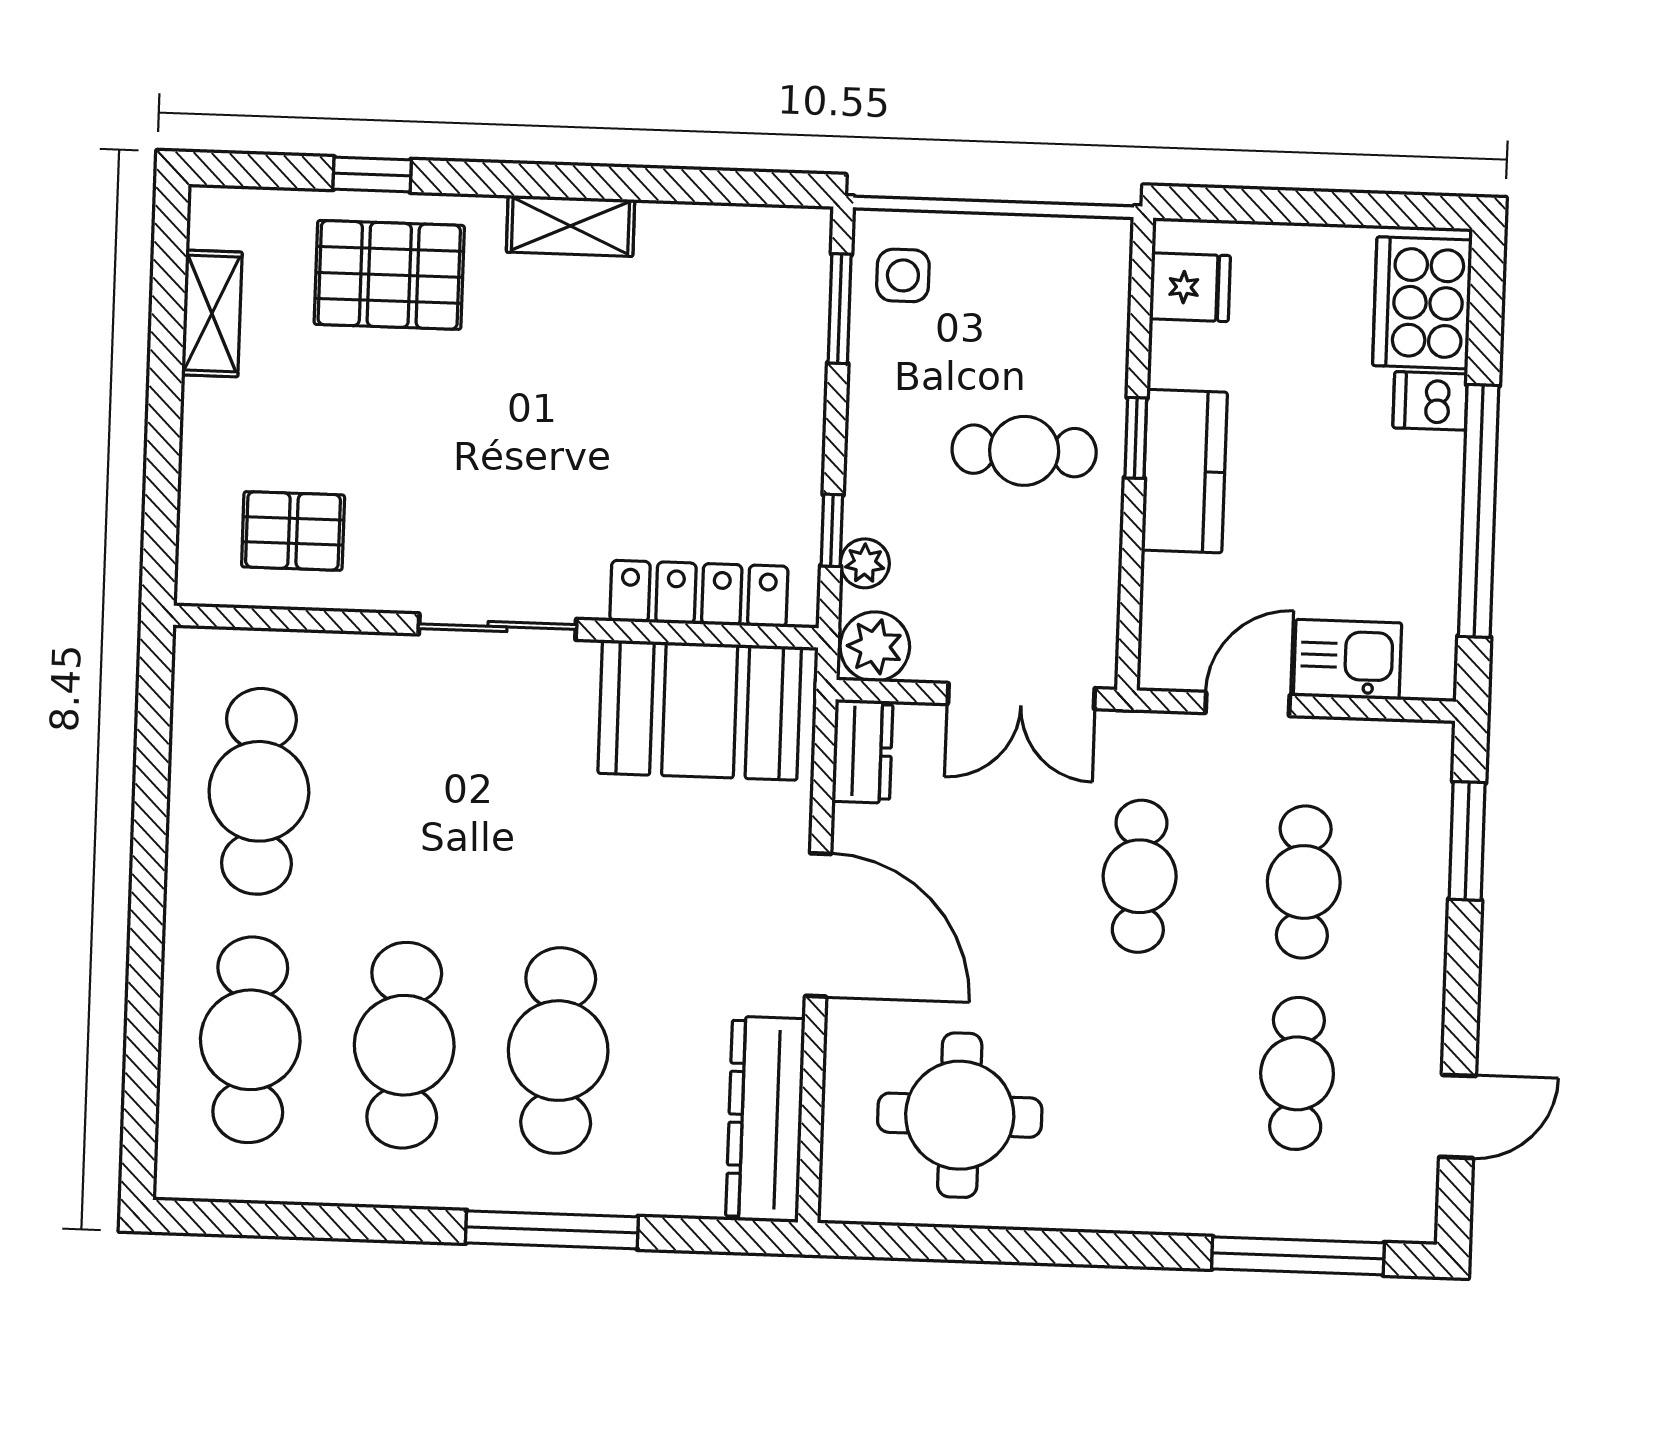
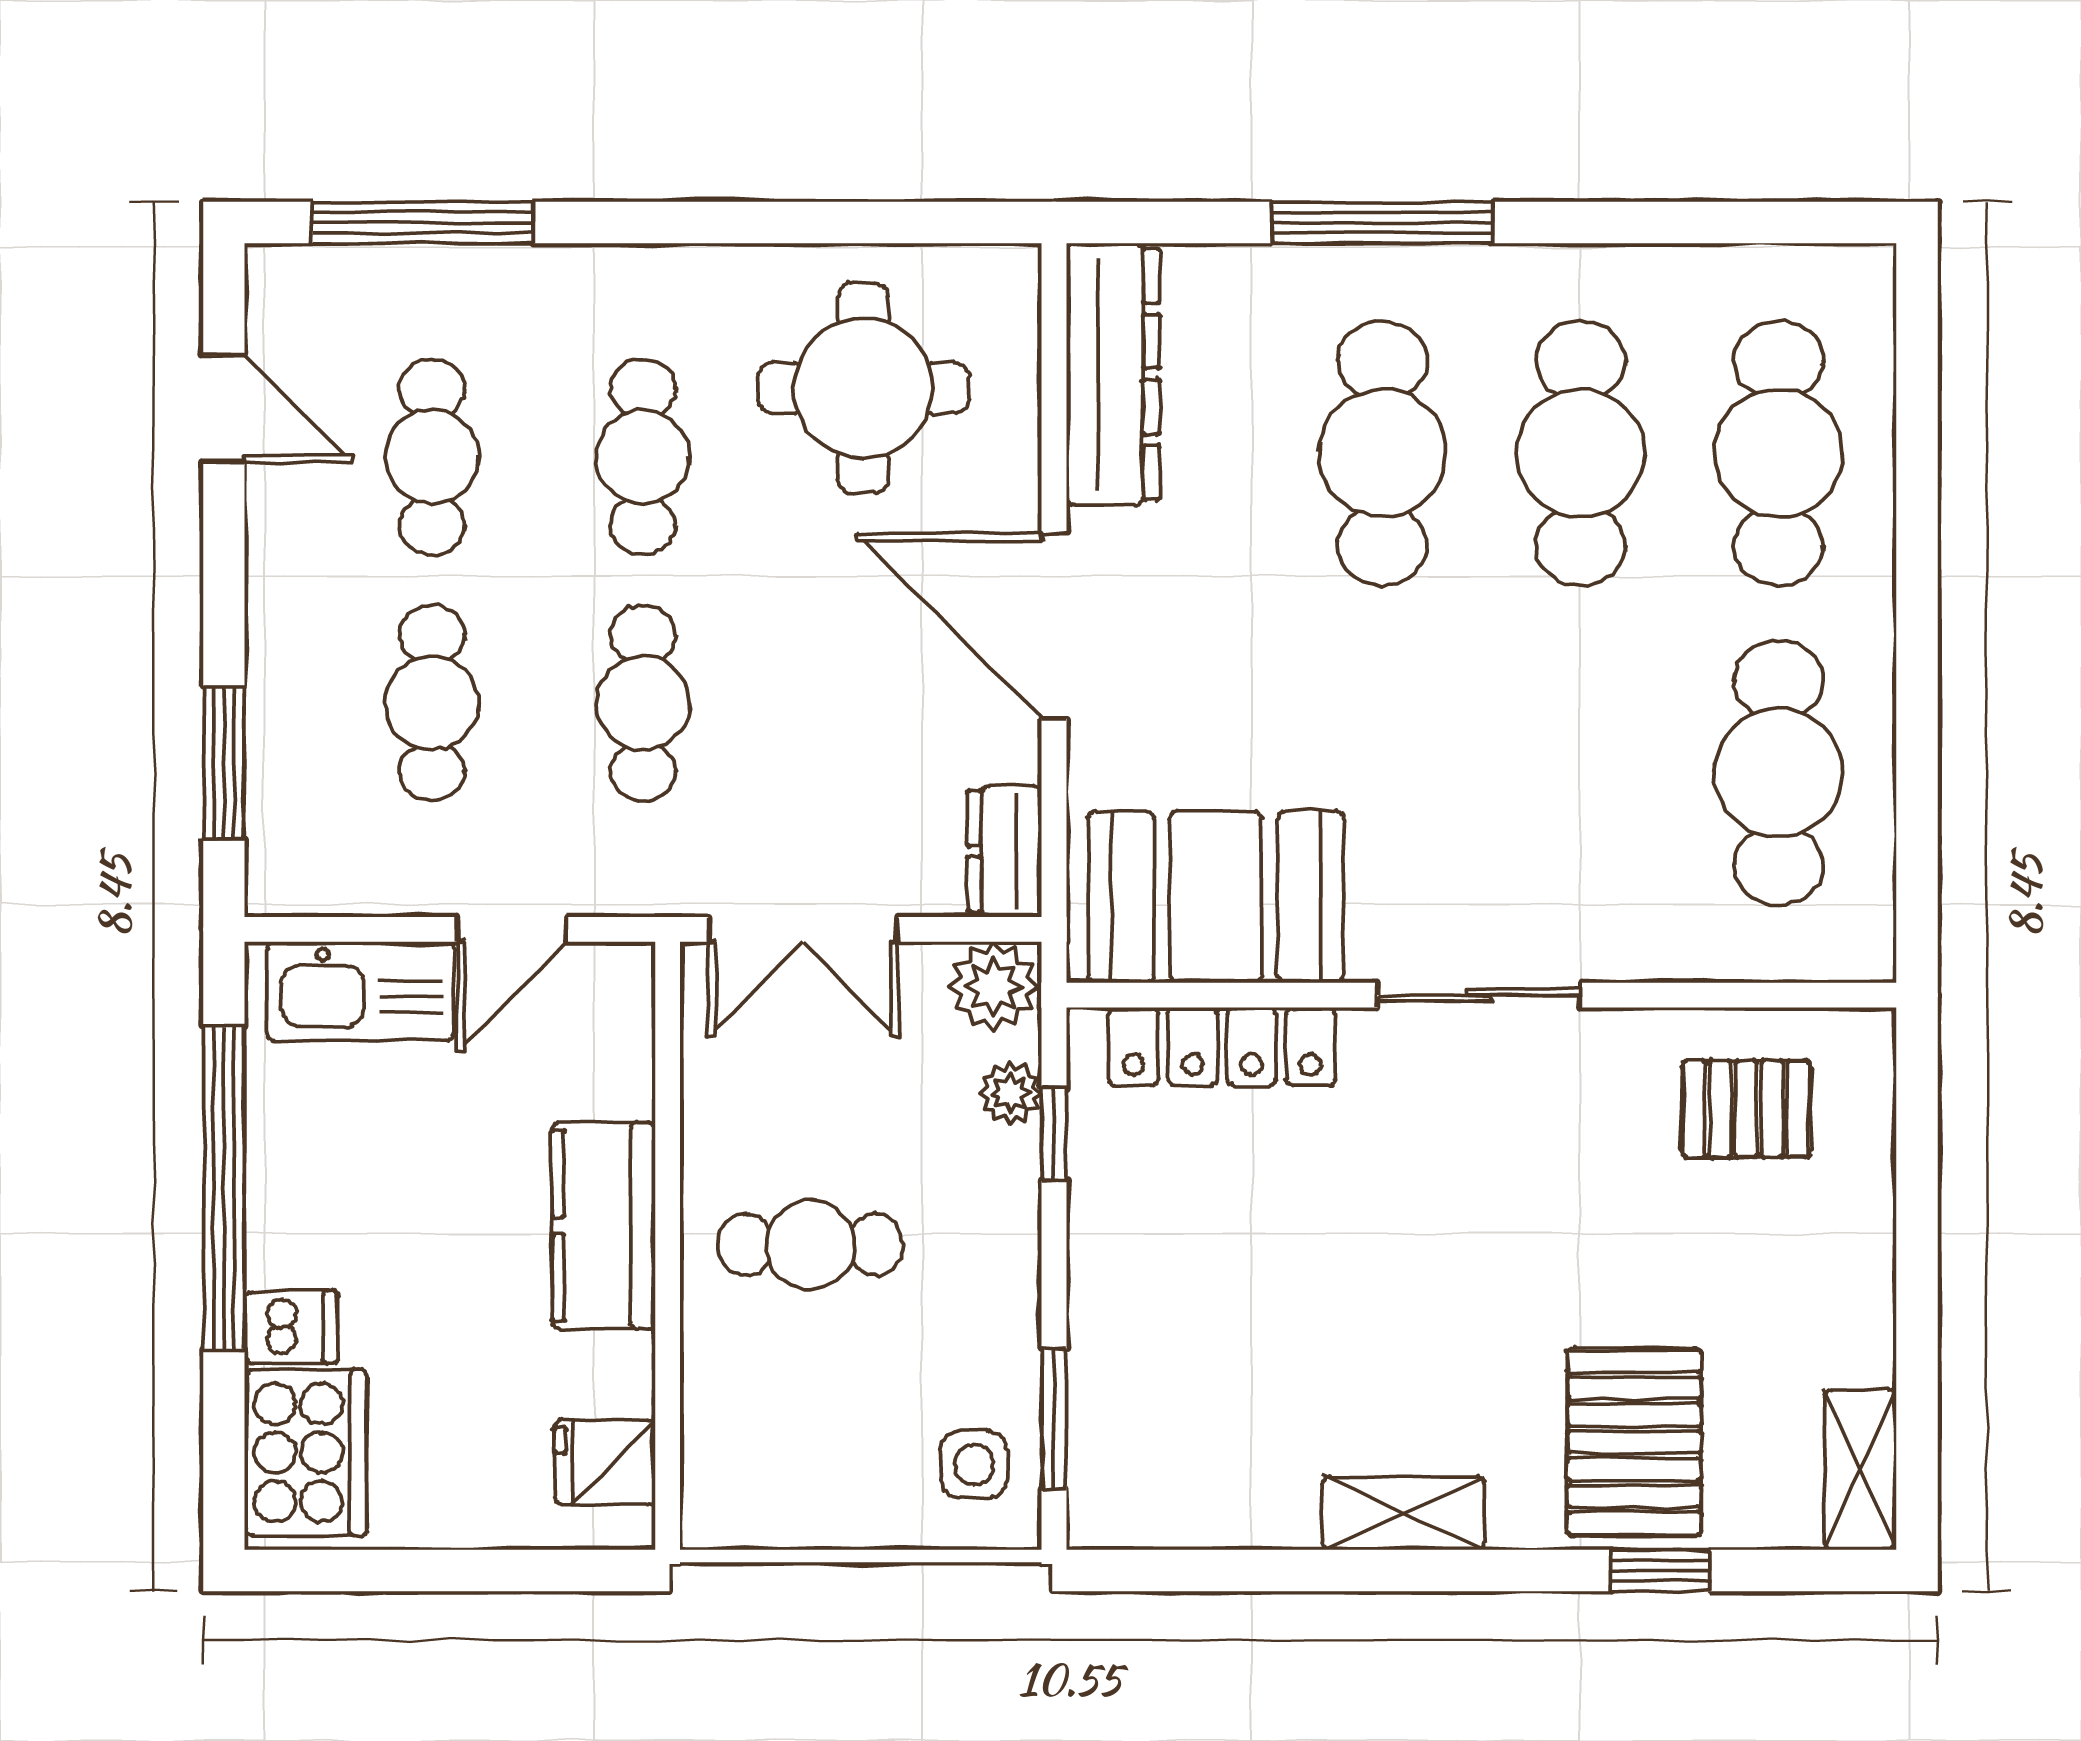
pallet: (389, 275) -> (1634, 1442), turned 90
shelving: (212, 313) -> (1860, 1470), moved
window: (1136, 438) -> (668, 1266), removed
kitchen sink: (1348, 659) -> (360, 991), width x1.38
double door: (1021, 696) -> (803, 929), swing flipped
cafe table: (1133, 1068) -> (643, 457), added
door: (1457, 1116) -> (224, 409), swing flipped

